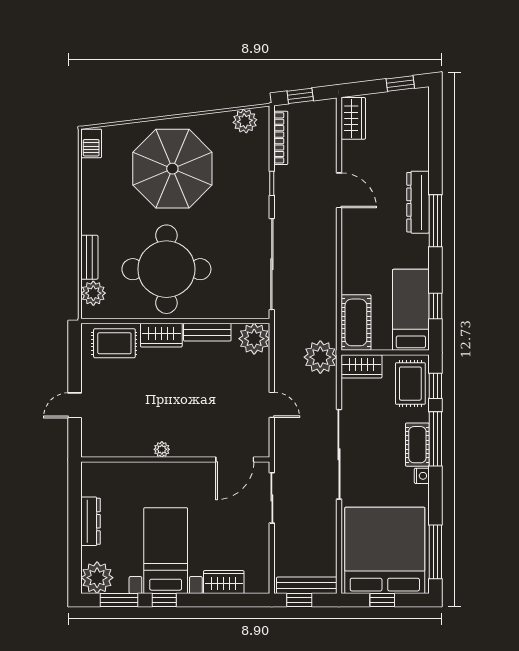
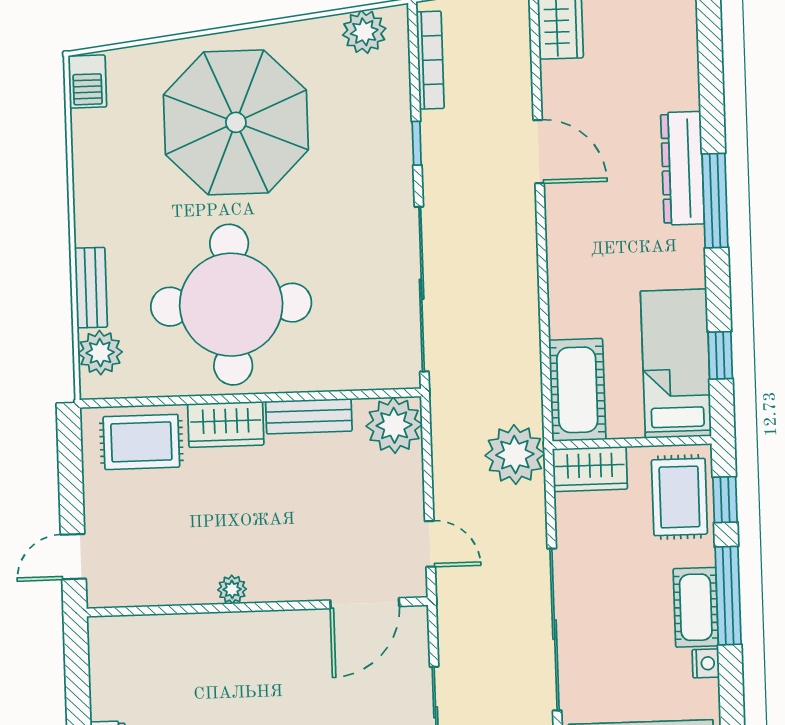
plant: (162, 449) -> (232, 589), moved
wall: (175, 459) -> (257, 607), moved
door: (235, 459) -> (365, 603), moved

